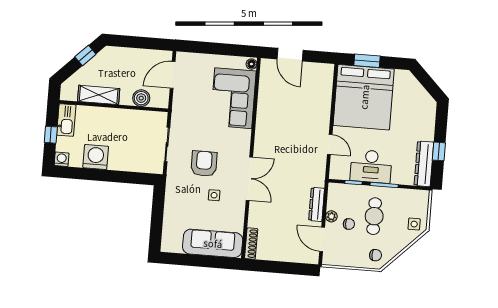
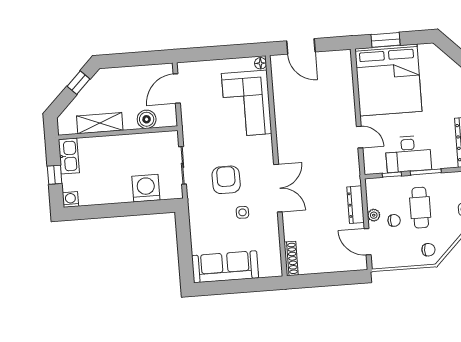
washing machine: (96, 157) -> (146, 188), moved
sofa: (213, 243) -> (225, 267), moved

